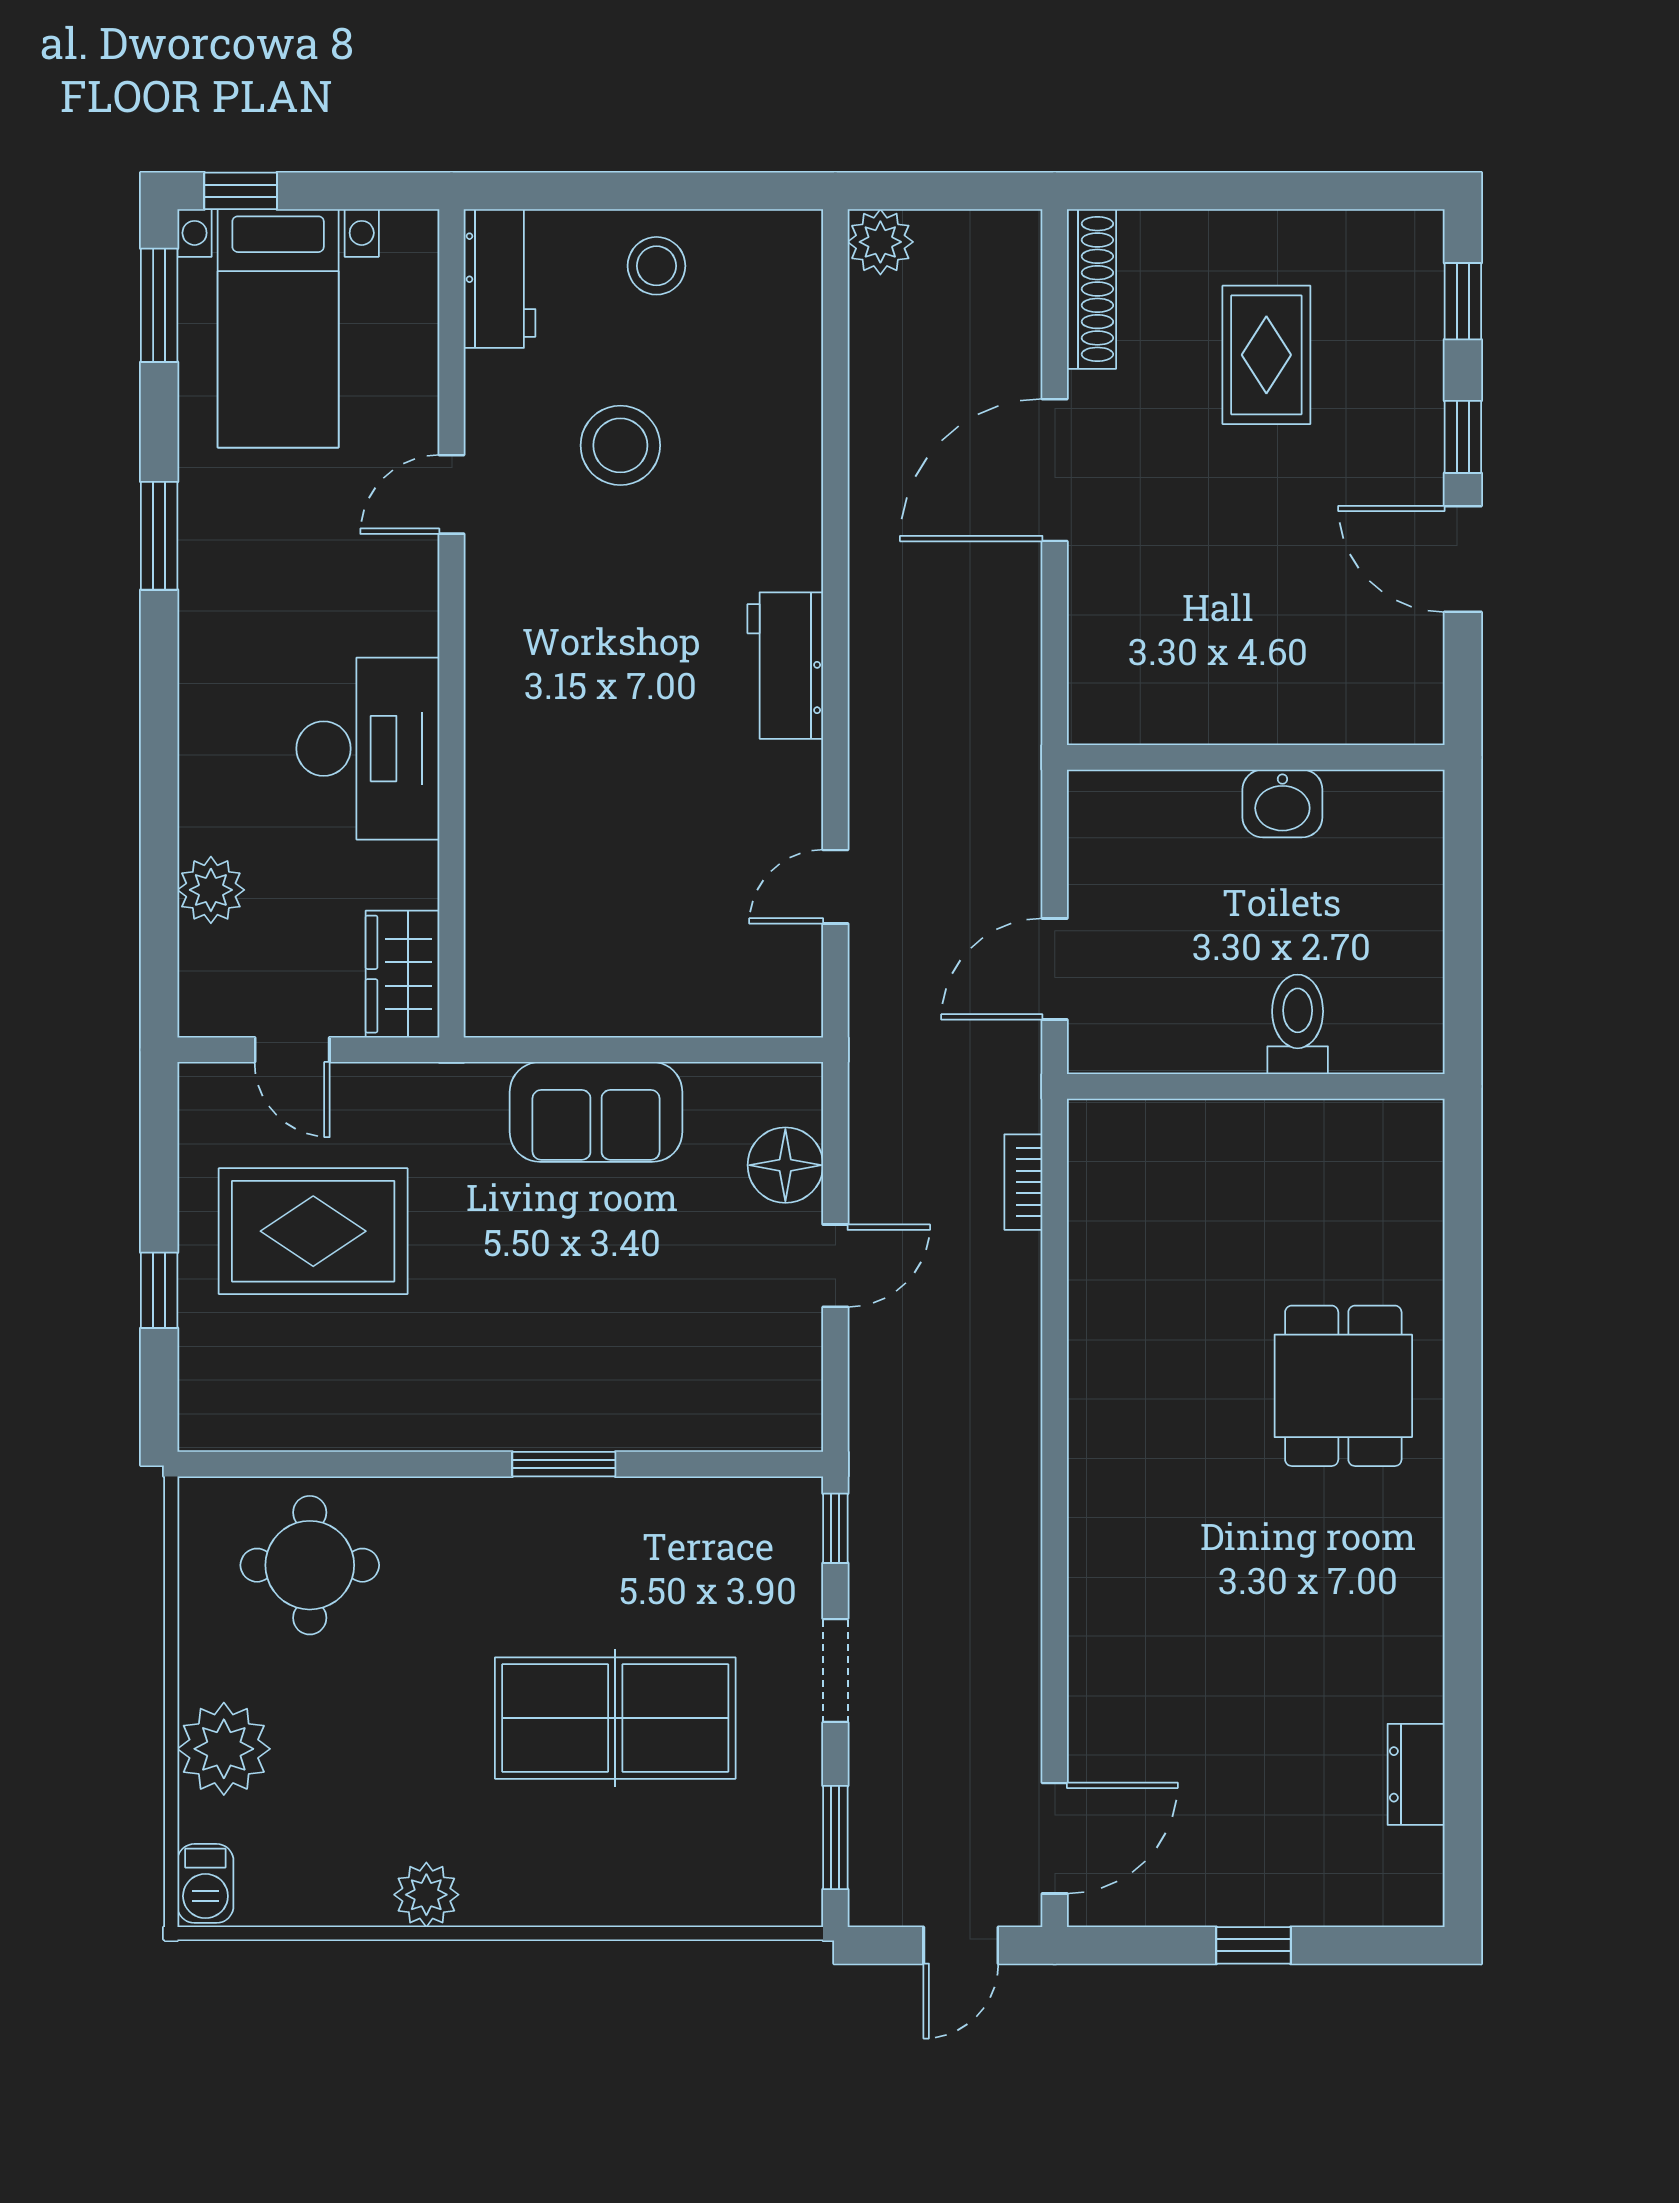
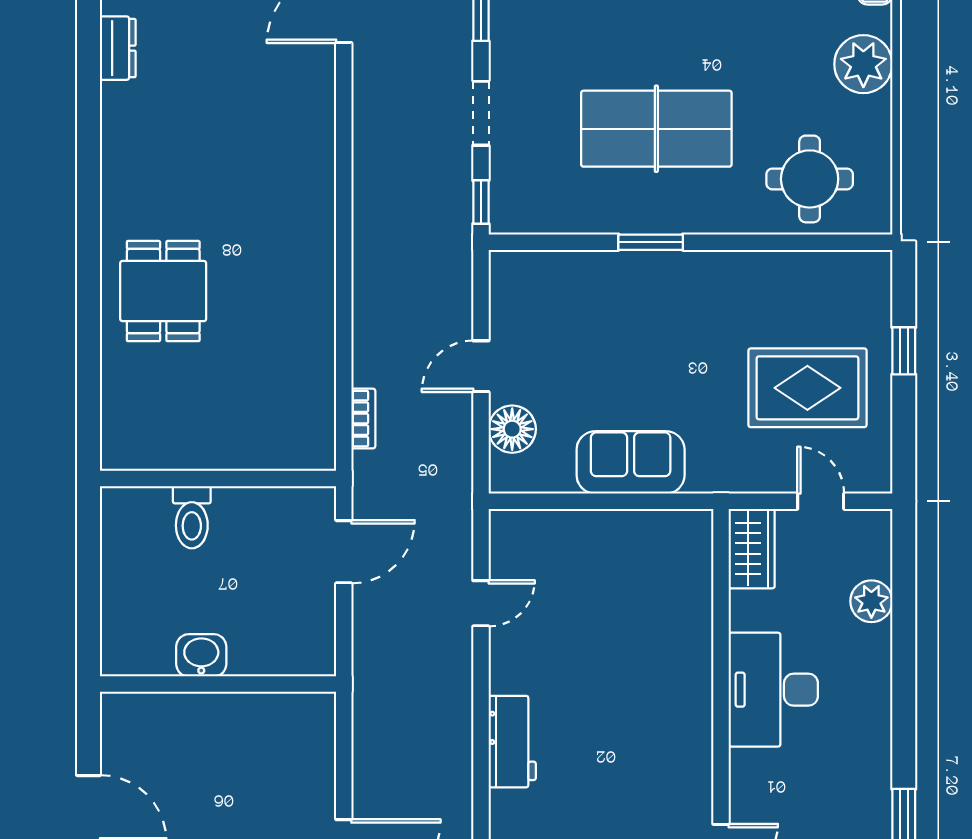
table tennis table: (615, 1718) -> (656, 129), moved

